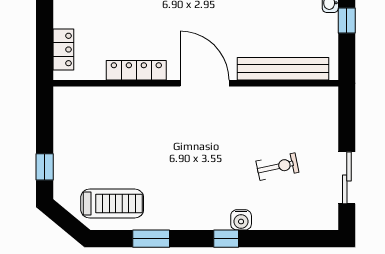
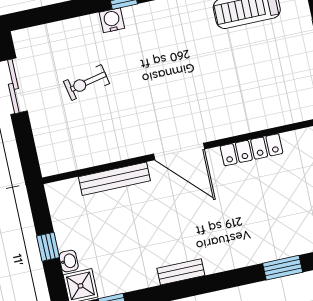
bench: (283, 69) -> (114, 179), width x0.73, depth x0.82

